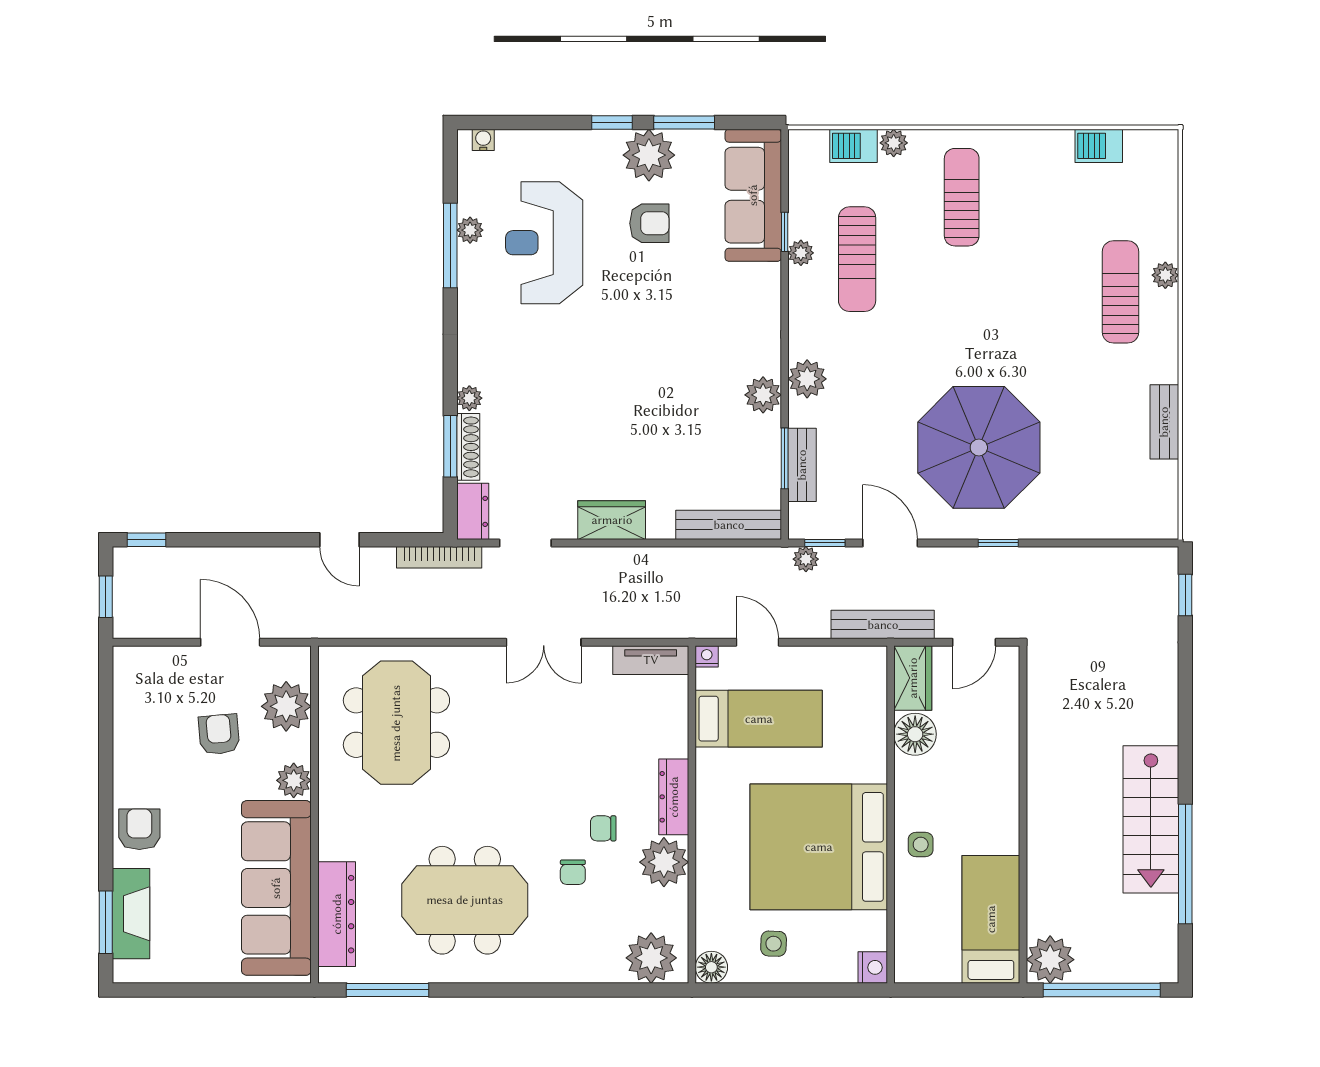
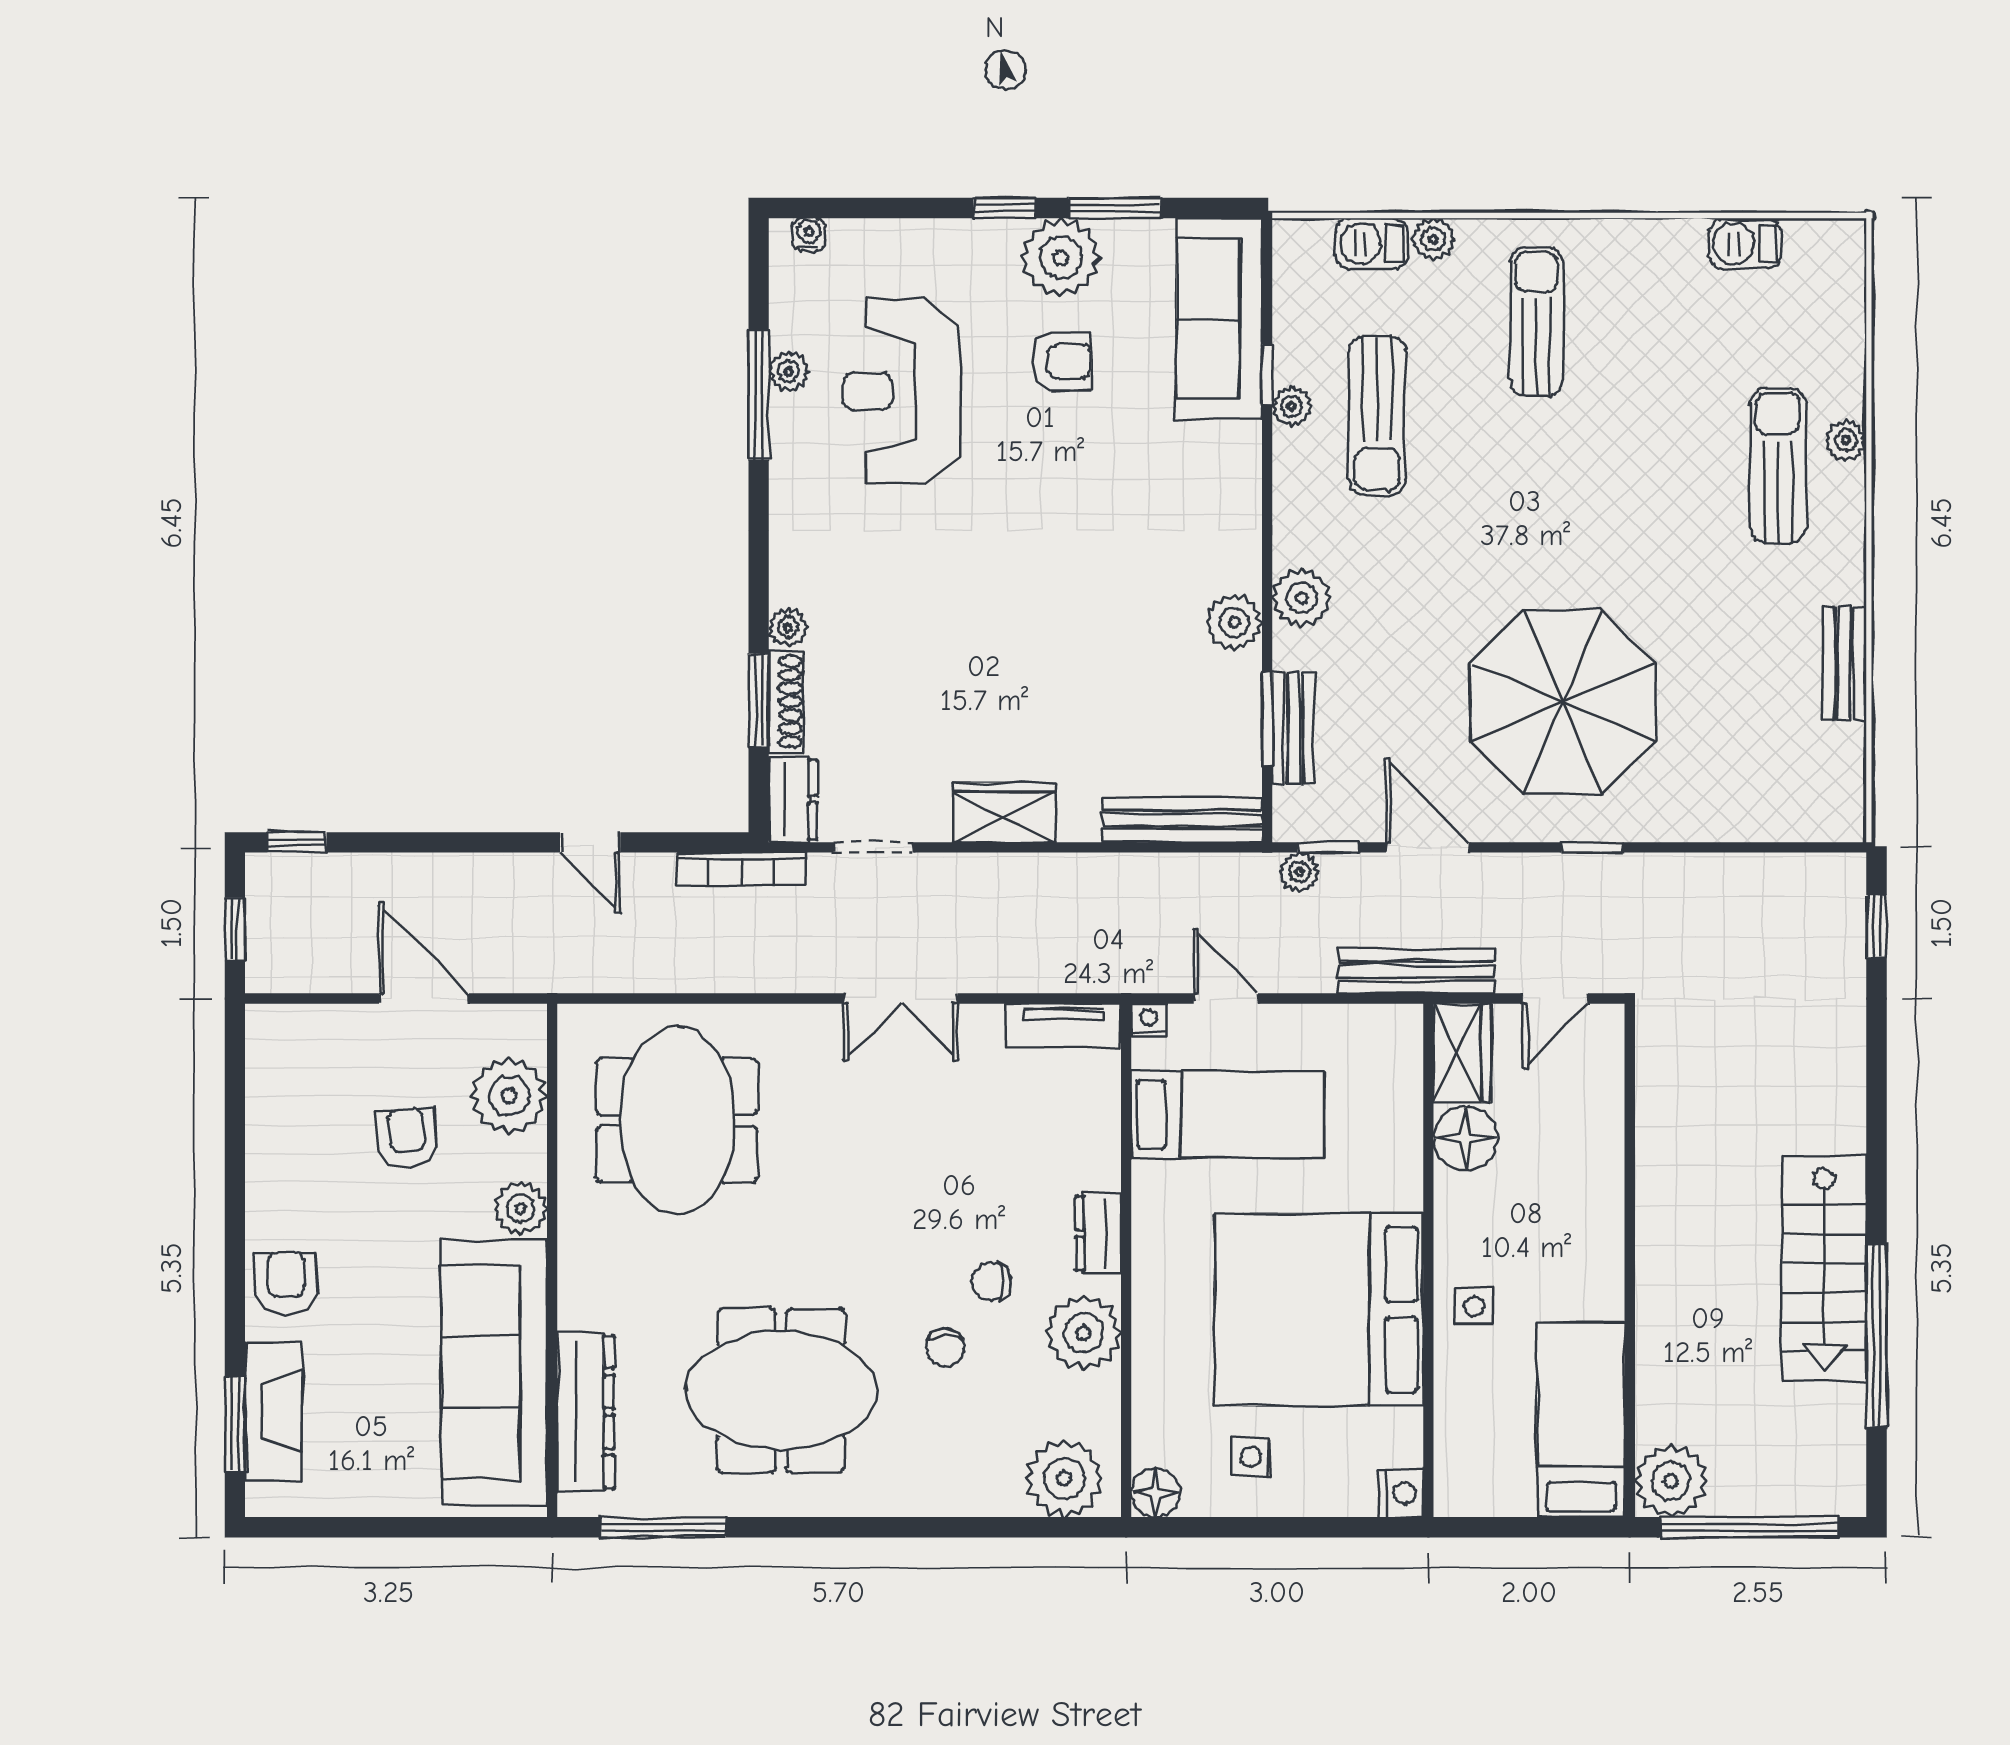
dresser: (674, 797) -> (1099, 1233), width x0.70

